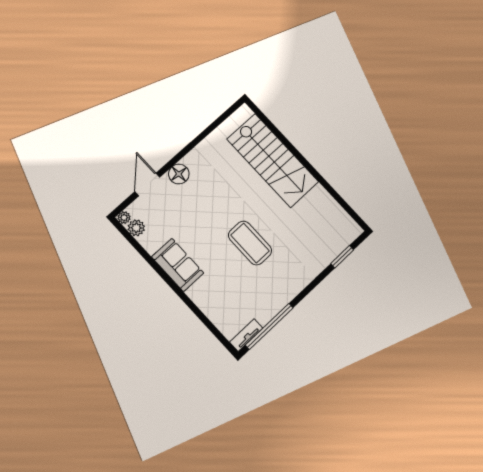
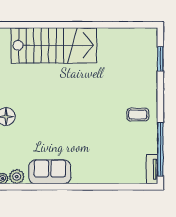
coffee table: (250, 243) -> (138, 114), moved, width x0.54, depth x0.58
sofa: (178, 265) -> (50, 172), moved

